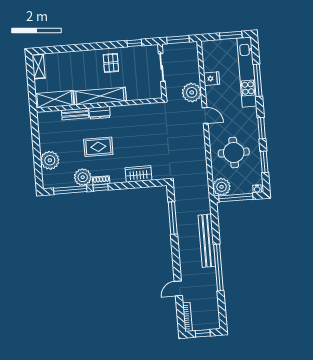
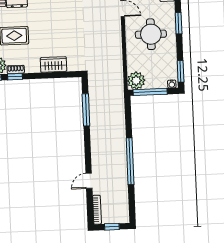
round table: (234, 153) -> (151, 34), moved
window: (264, 162) -> (181, 71), moved
bench: (207, 241) -> (119, 134), removed

